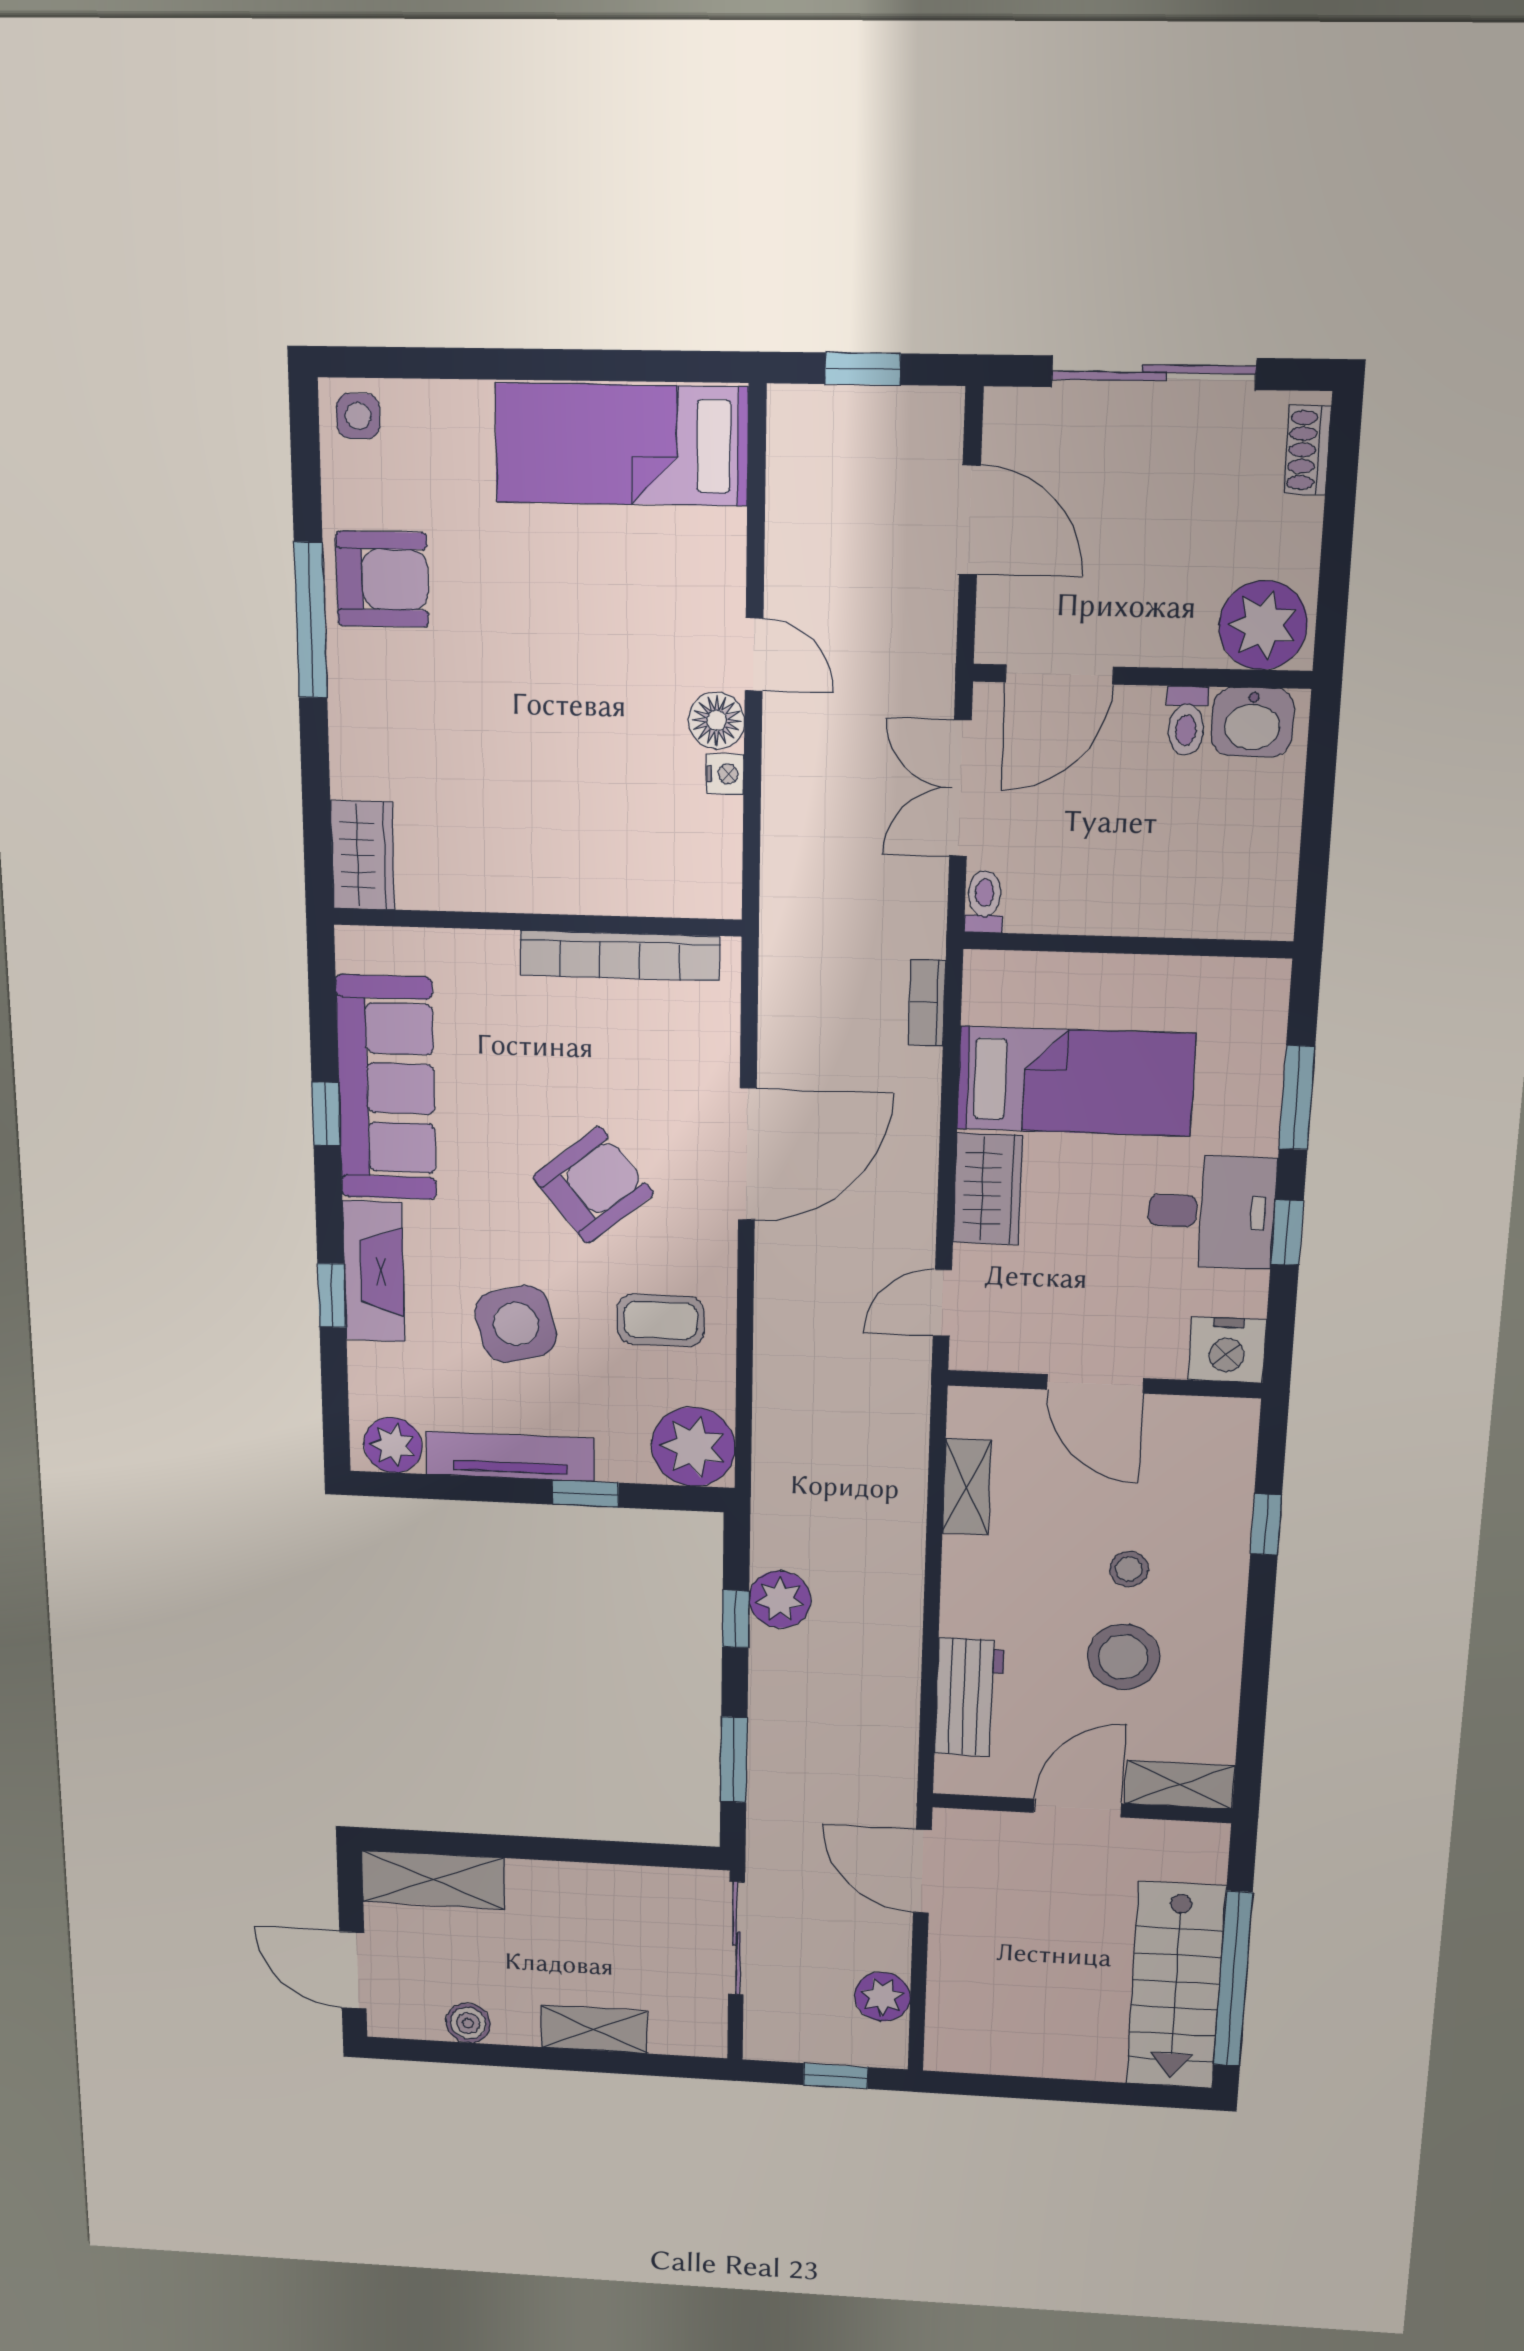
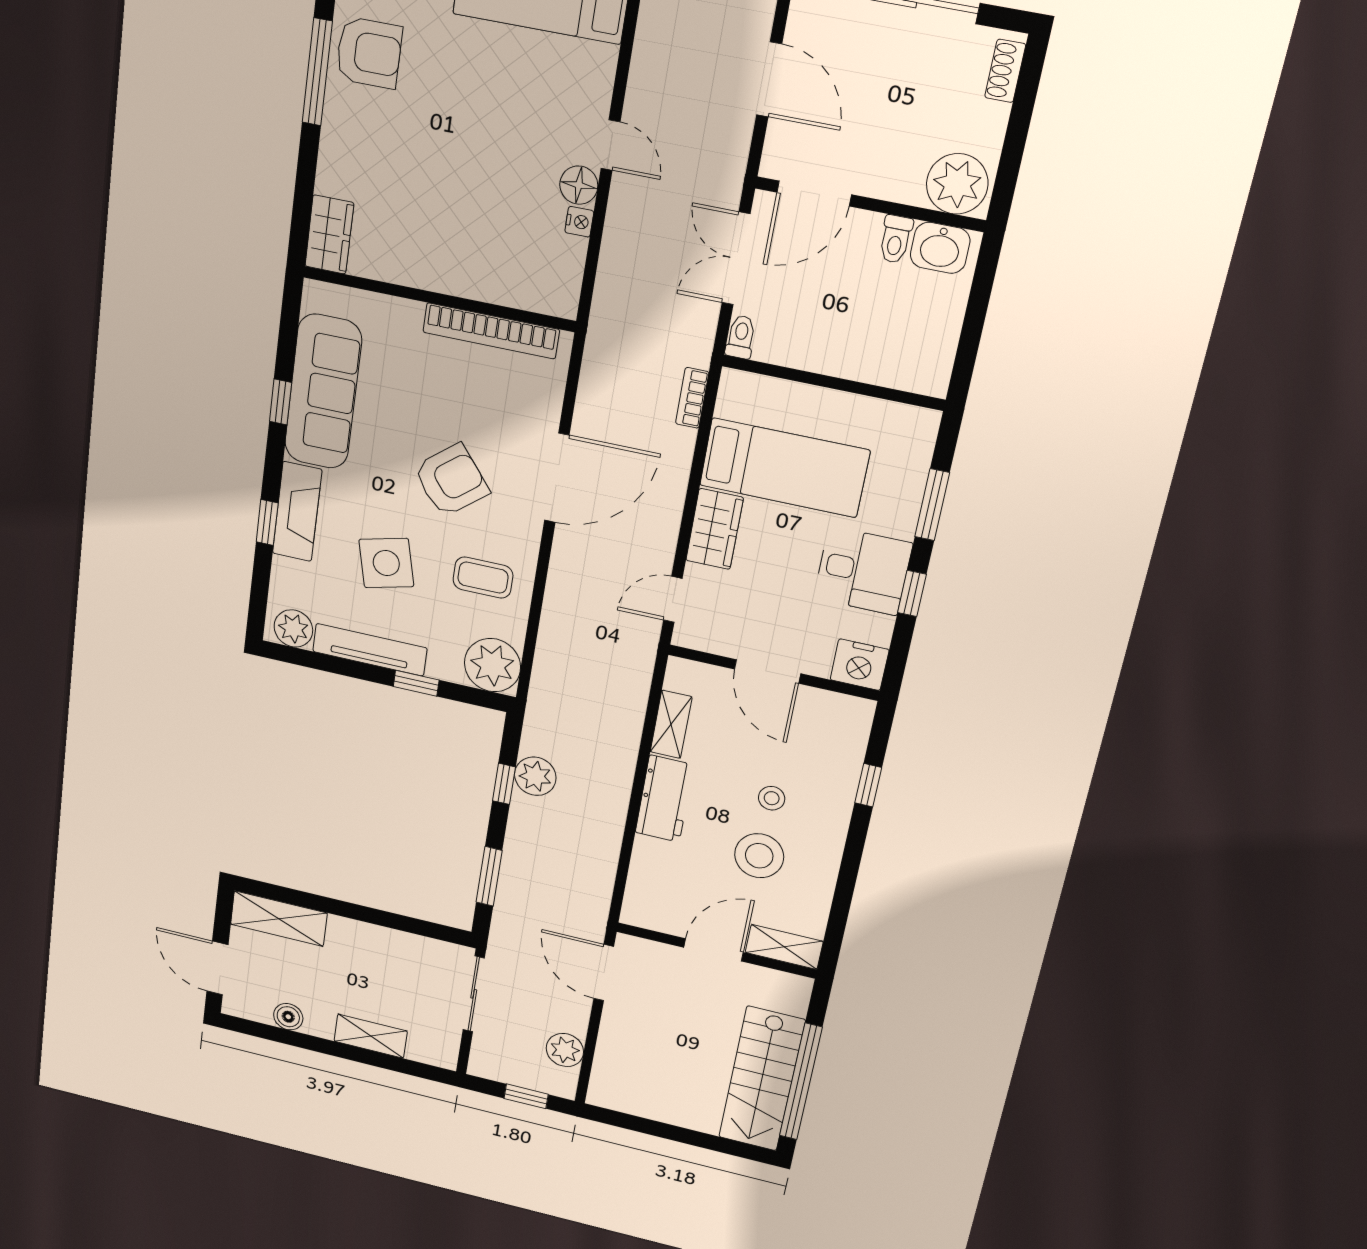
workbench: (969, 1698) -> (664, 799), moved

